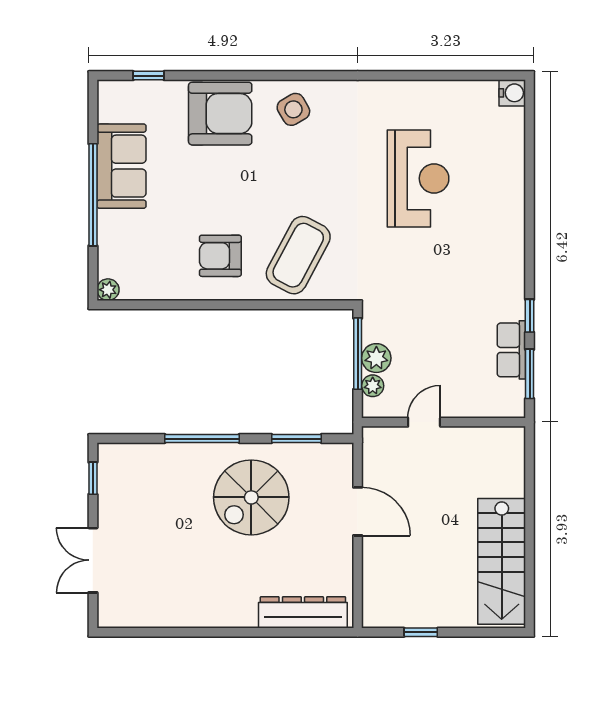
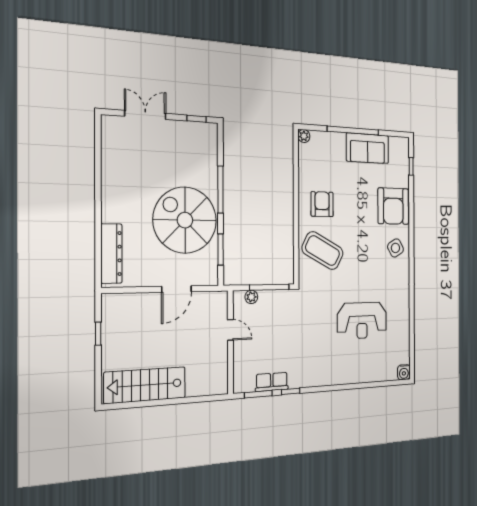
plant: (376, 358) -> (267, 299), removed
spiral stairs: (251, 497) -> (185, 220), width x1.37, depth x1.37

